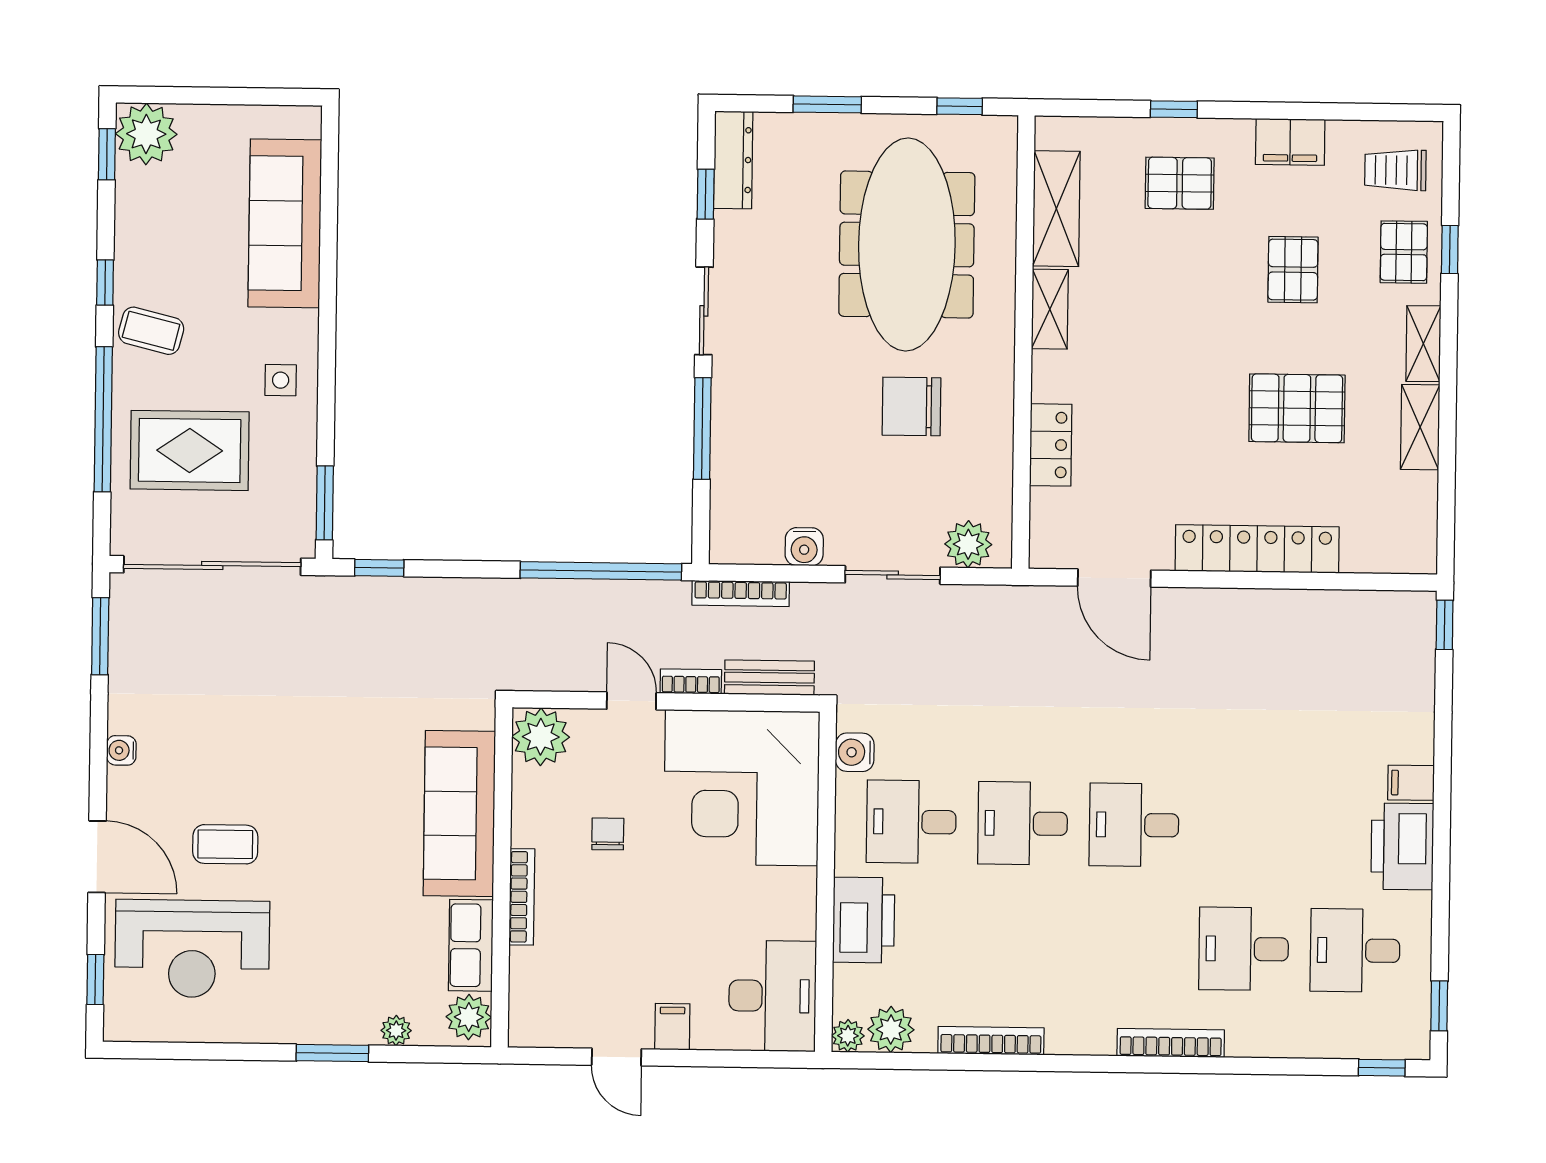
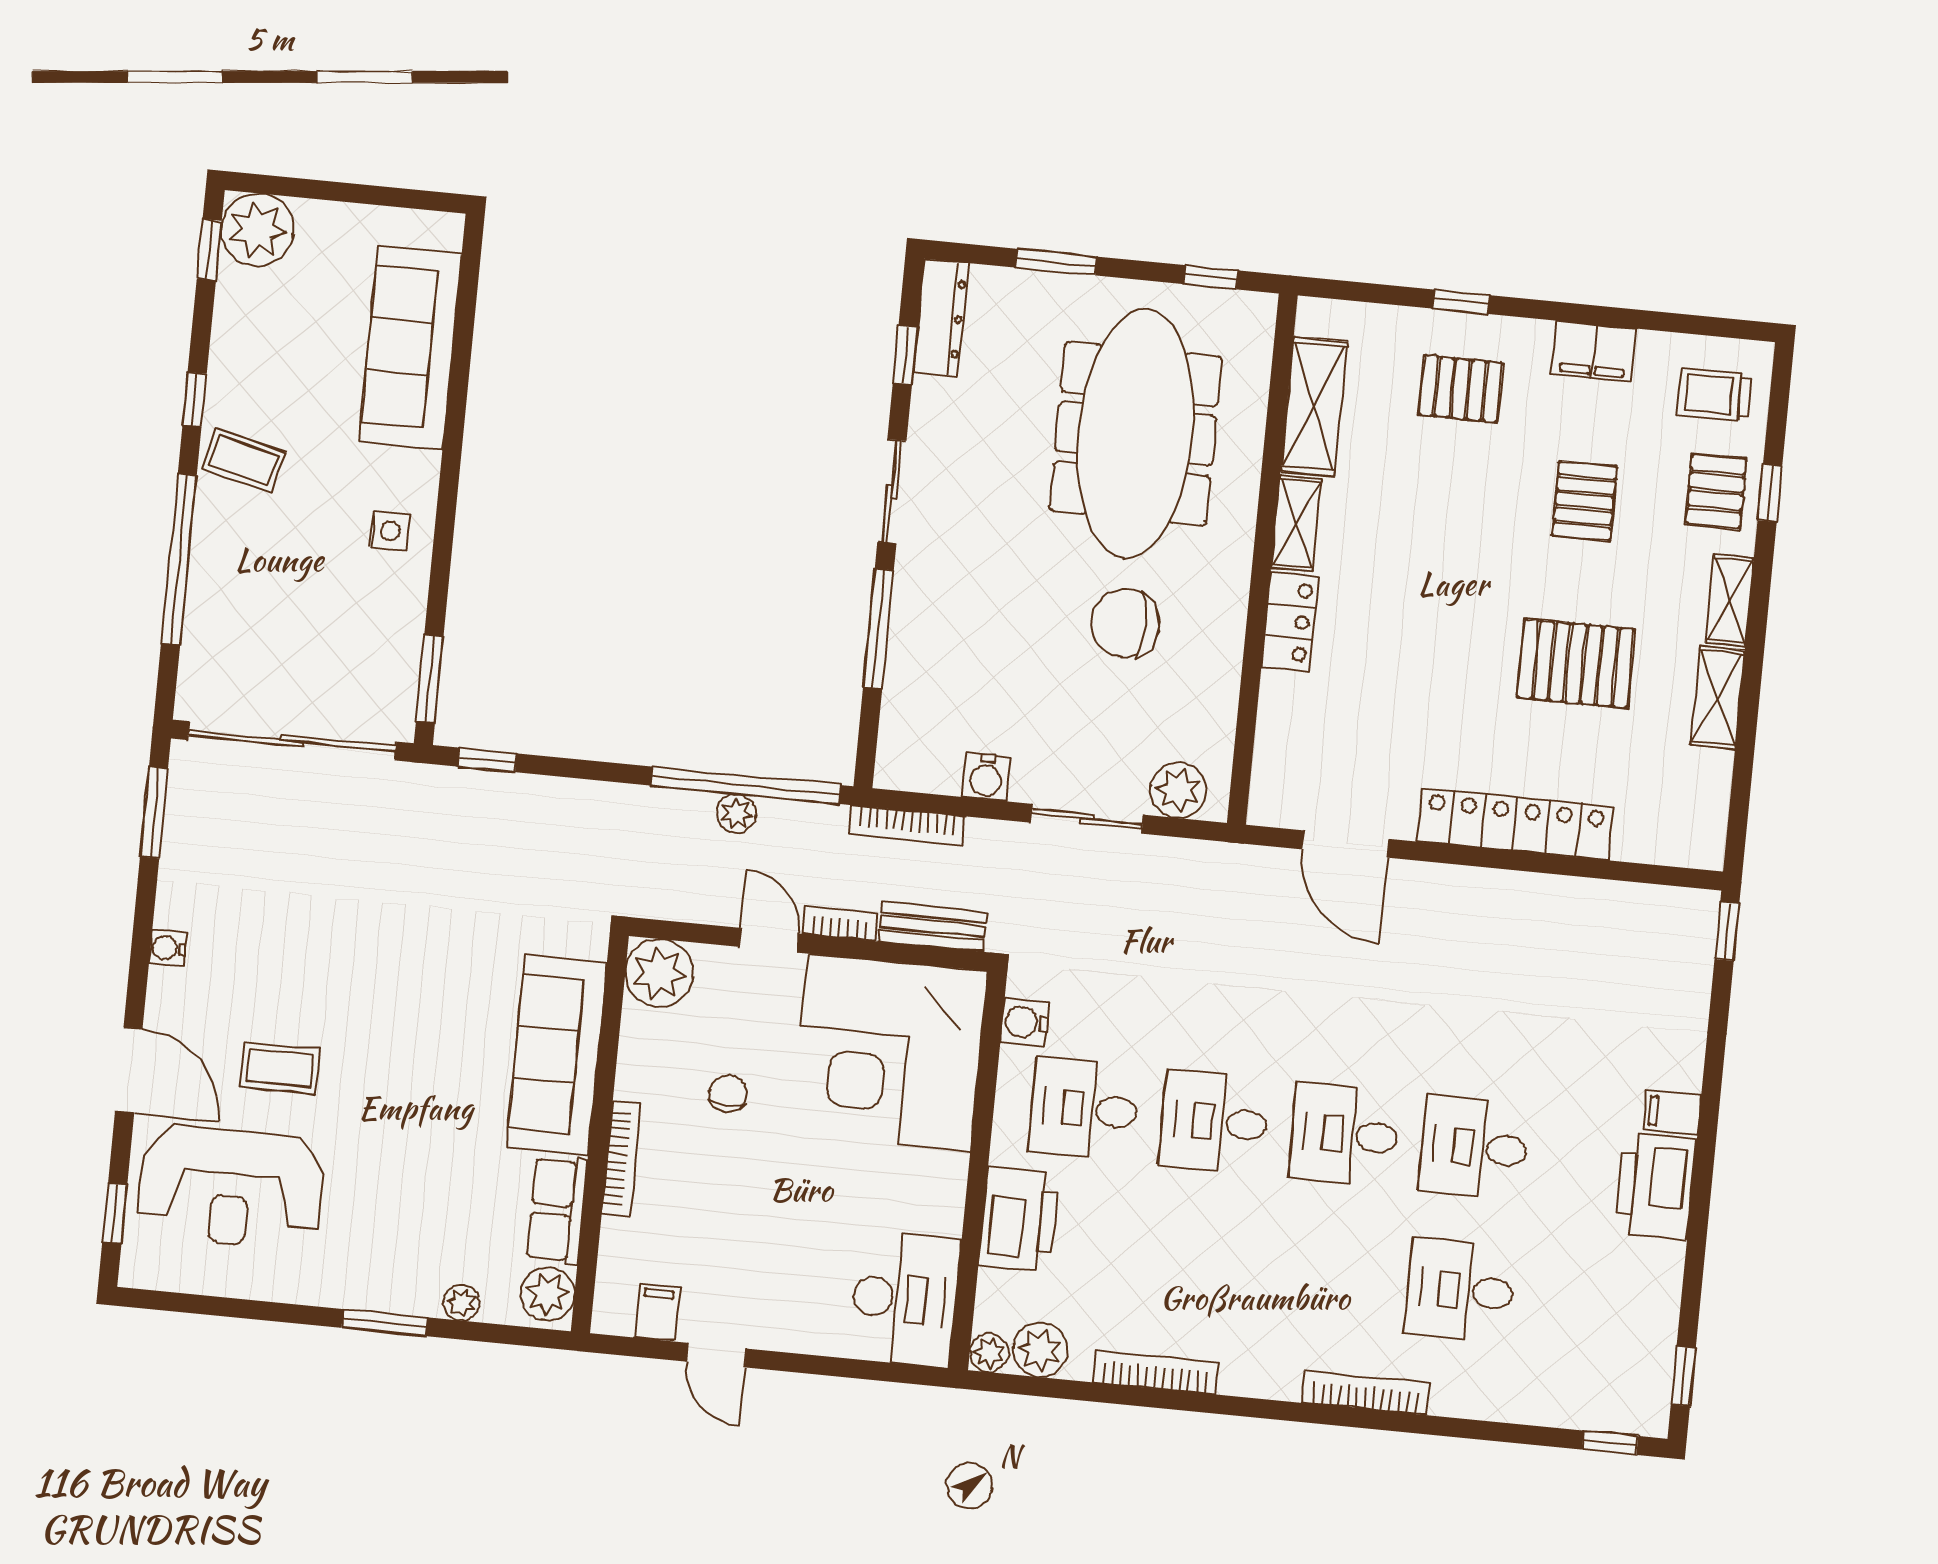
locker: (1051, 445) -> (1290, 622), moved
rug: (190, 450) -> (277, 604), removed
plant: (595, 596) -> (736, 814), added
desk: (1355, 950) -> (1474, 1147), moved
filing cabinet: (672, 1027) -> (657, 1313), moved

